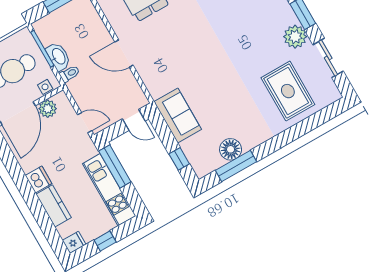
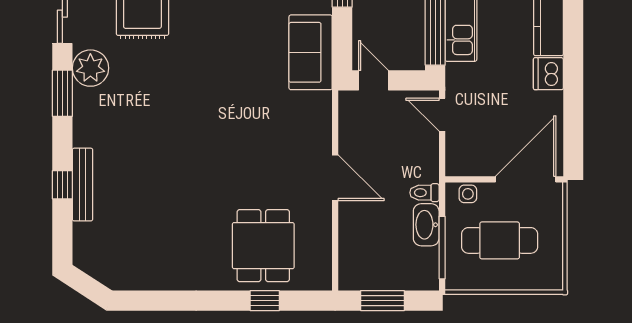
plant: (48, 109) -> (481, 162), removed

